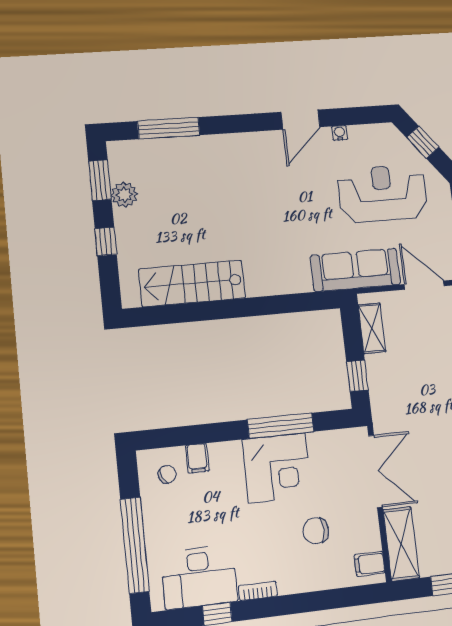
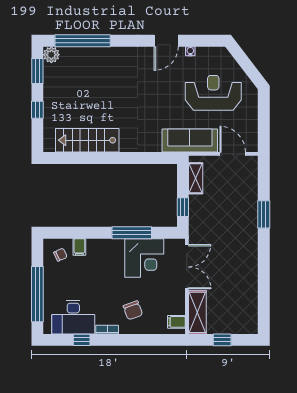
window: (169, 128) -> (83, 41), width x1.46
window: (423, 142) -> (244, 61), removed
plant: (124, 195) -> (51, 55), moved
corner desk: (277, 468) -> (144, 258), moved
chair: (316, 531) -> (133, 310), moved, turned -110

